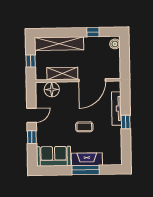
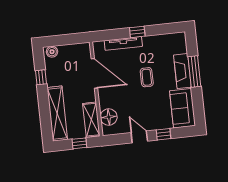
shelving: (62, 73) -> (91, 120), moved

